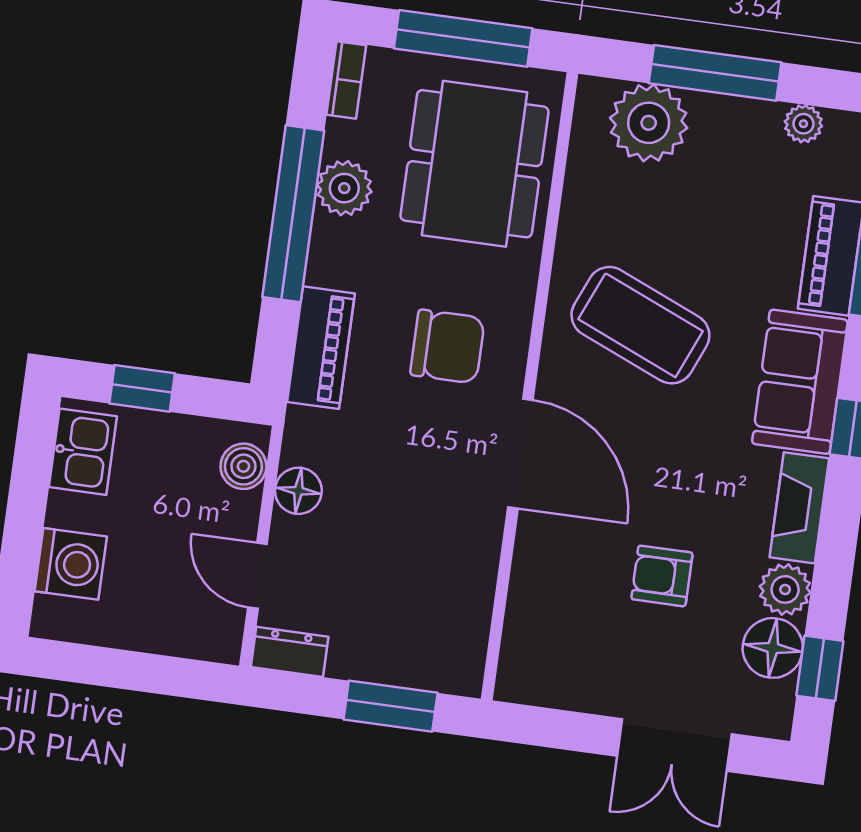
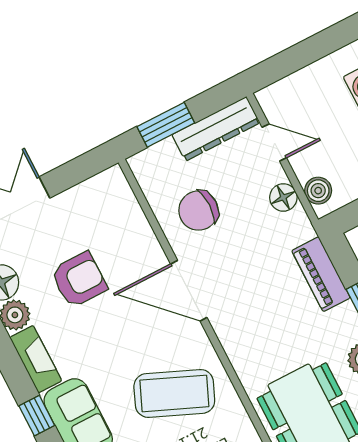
chair: (447, 346) -> (198, 211), moved
armchair: (662, 576) -> (79, 280), width x1.38, depth x1.38
dresser: (290, 652) -> (216, 129), width x1.96, depth x1.24

